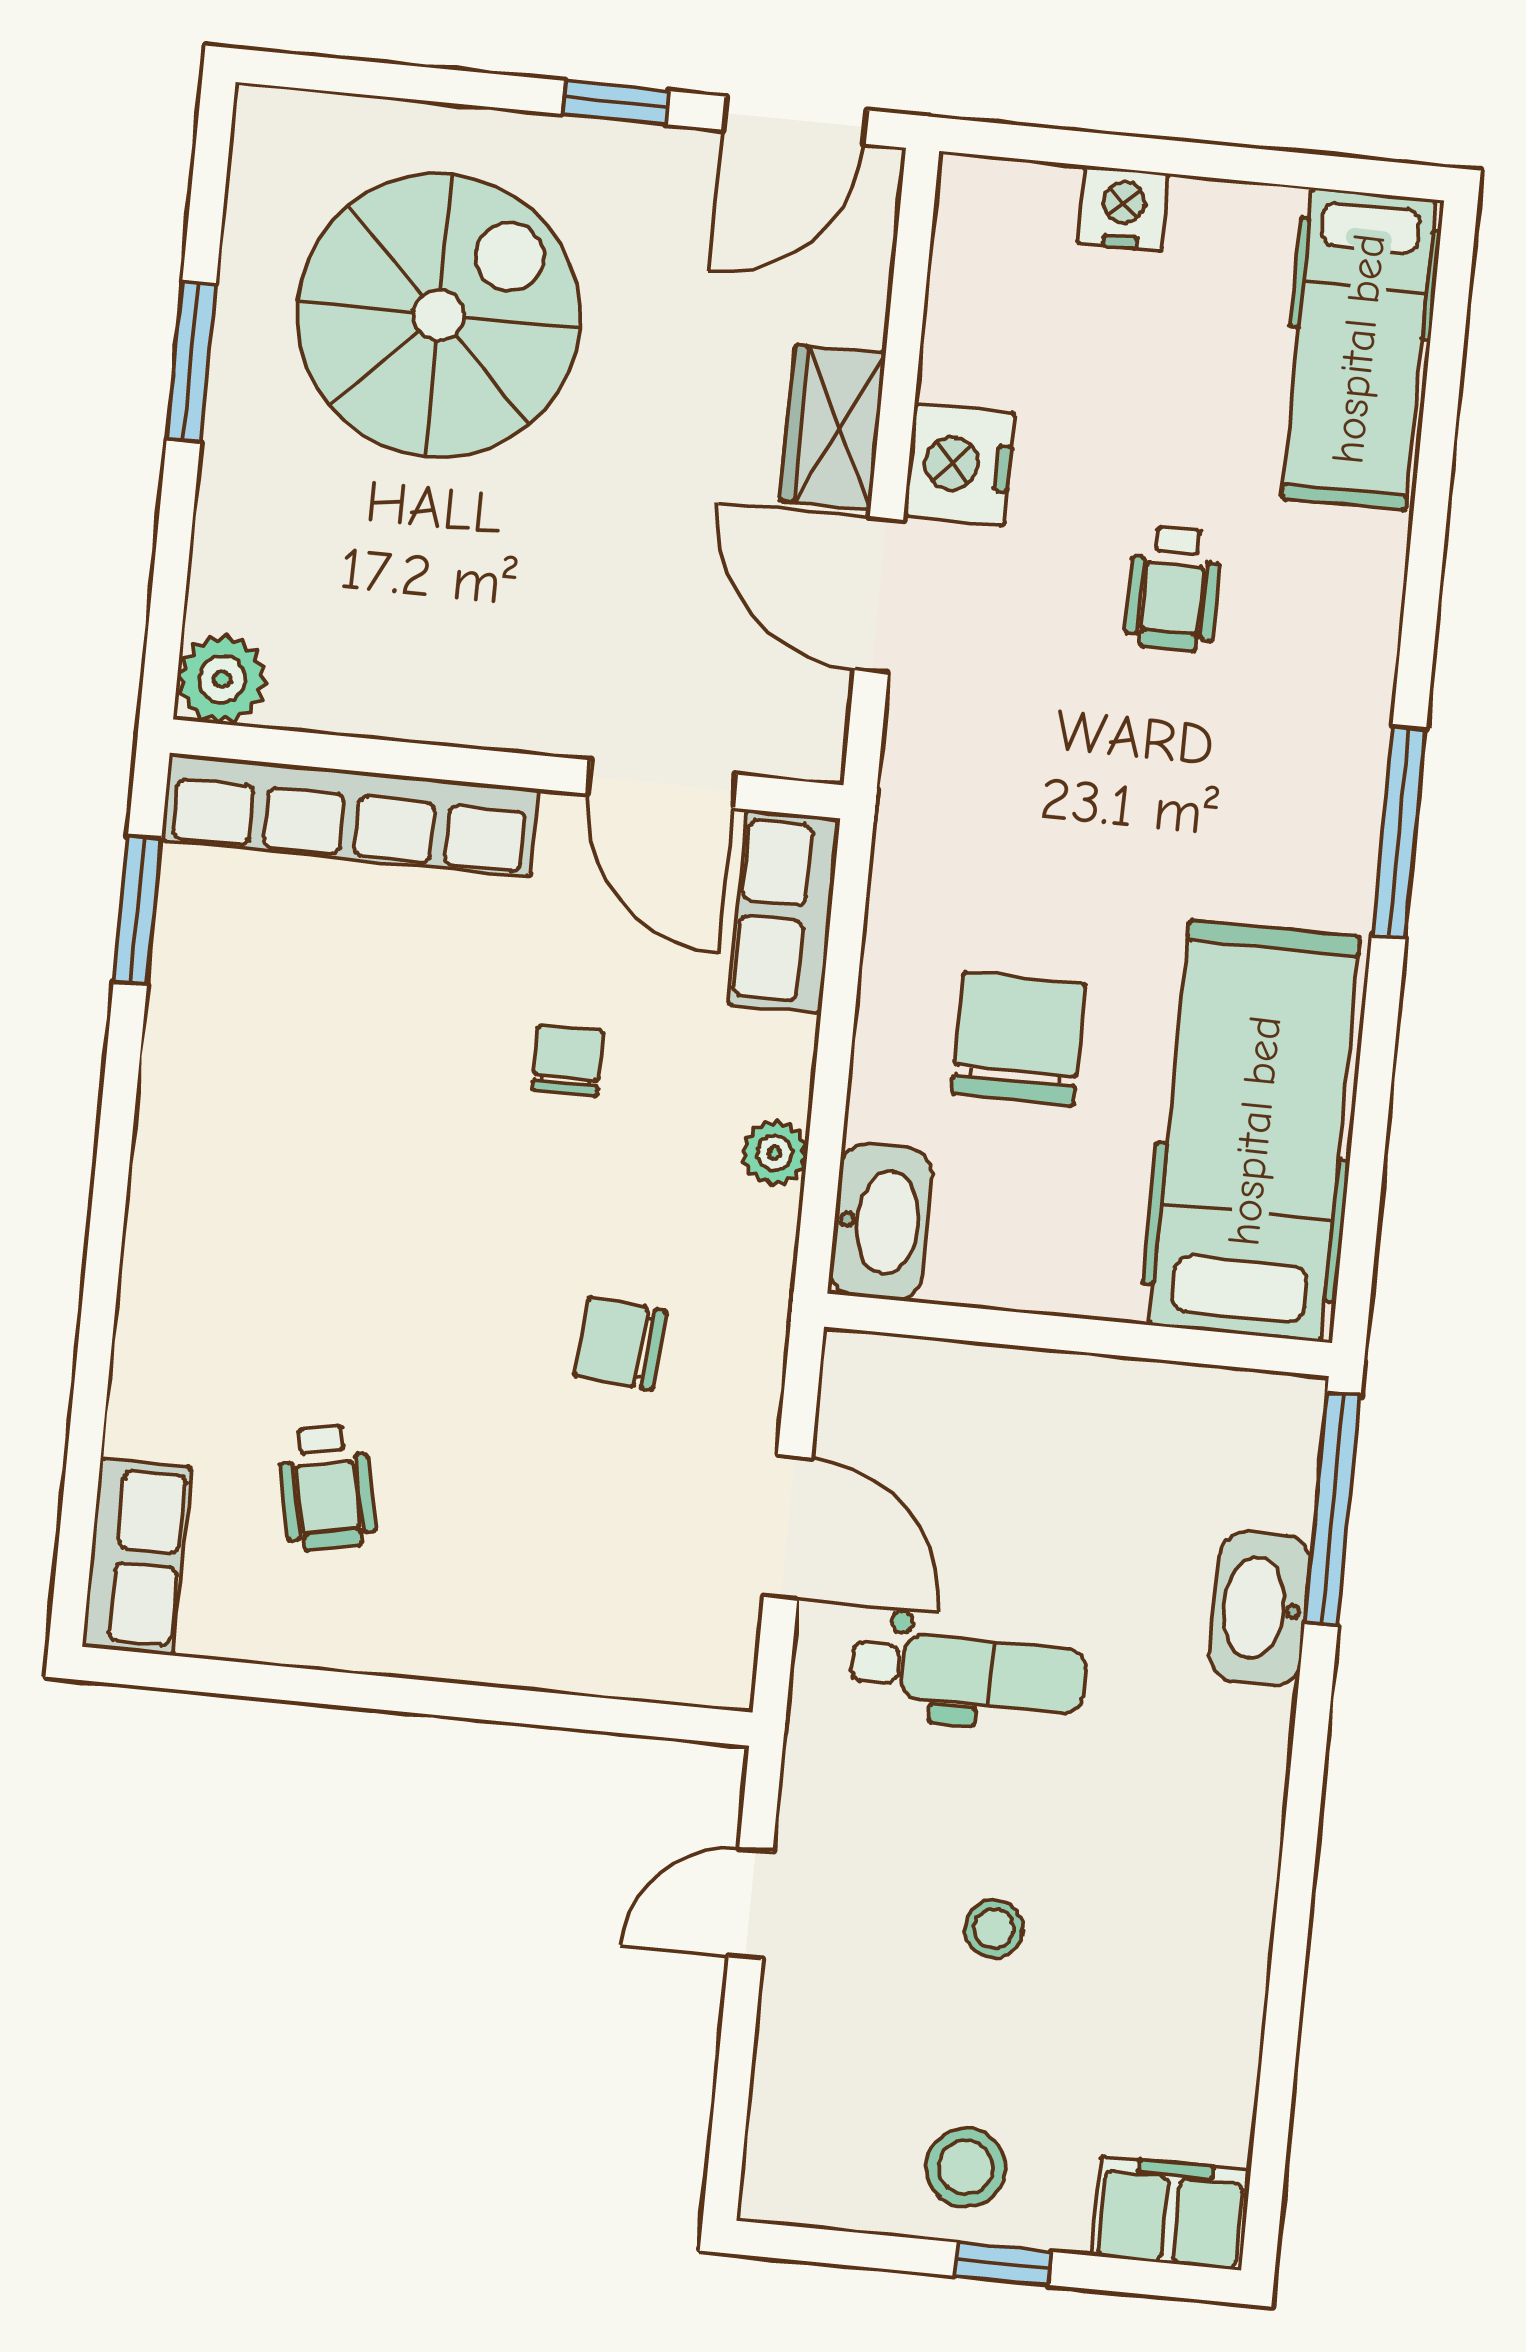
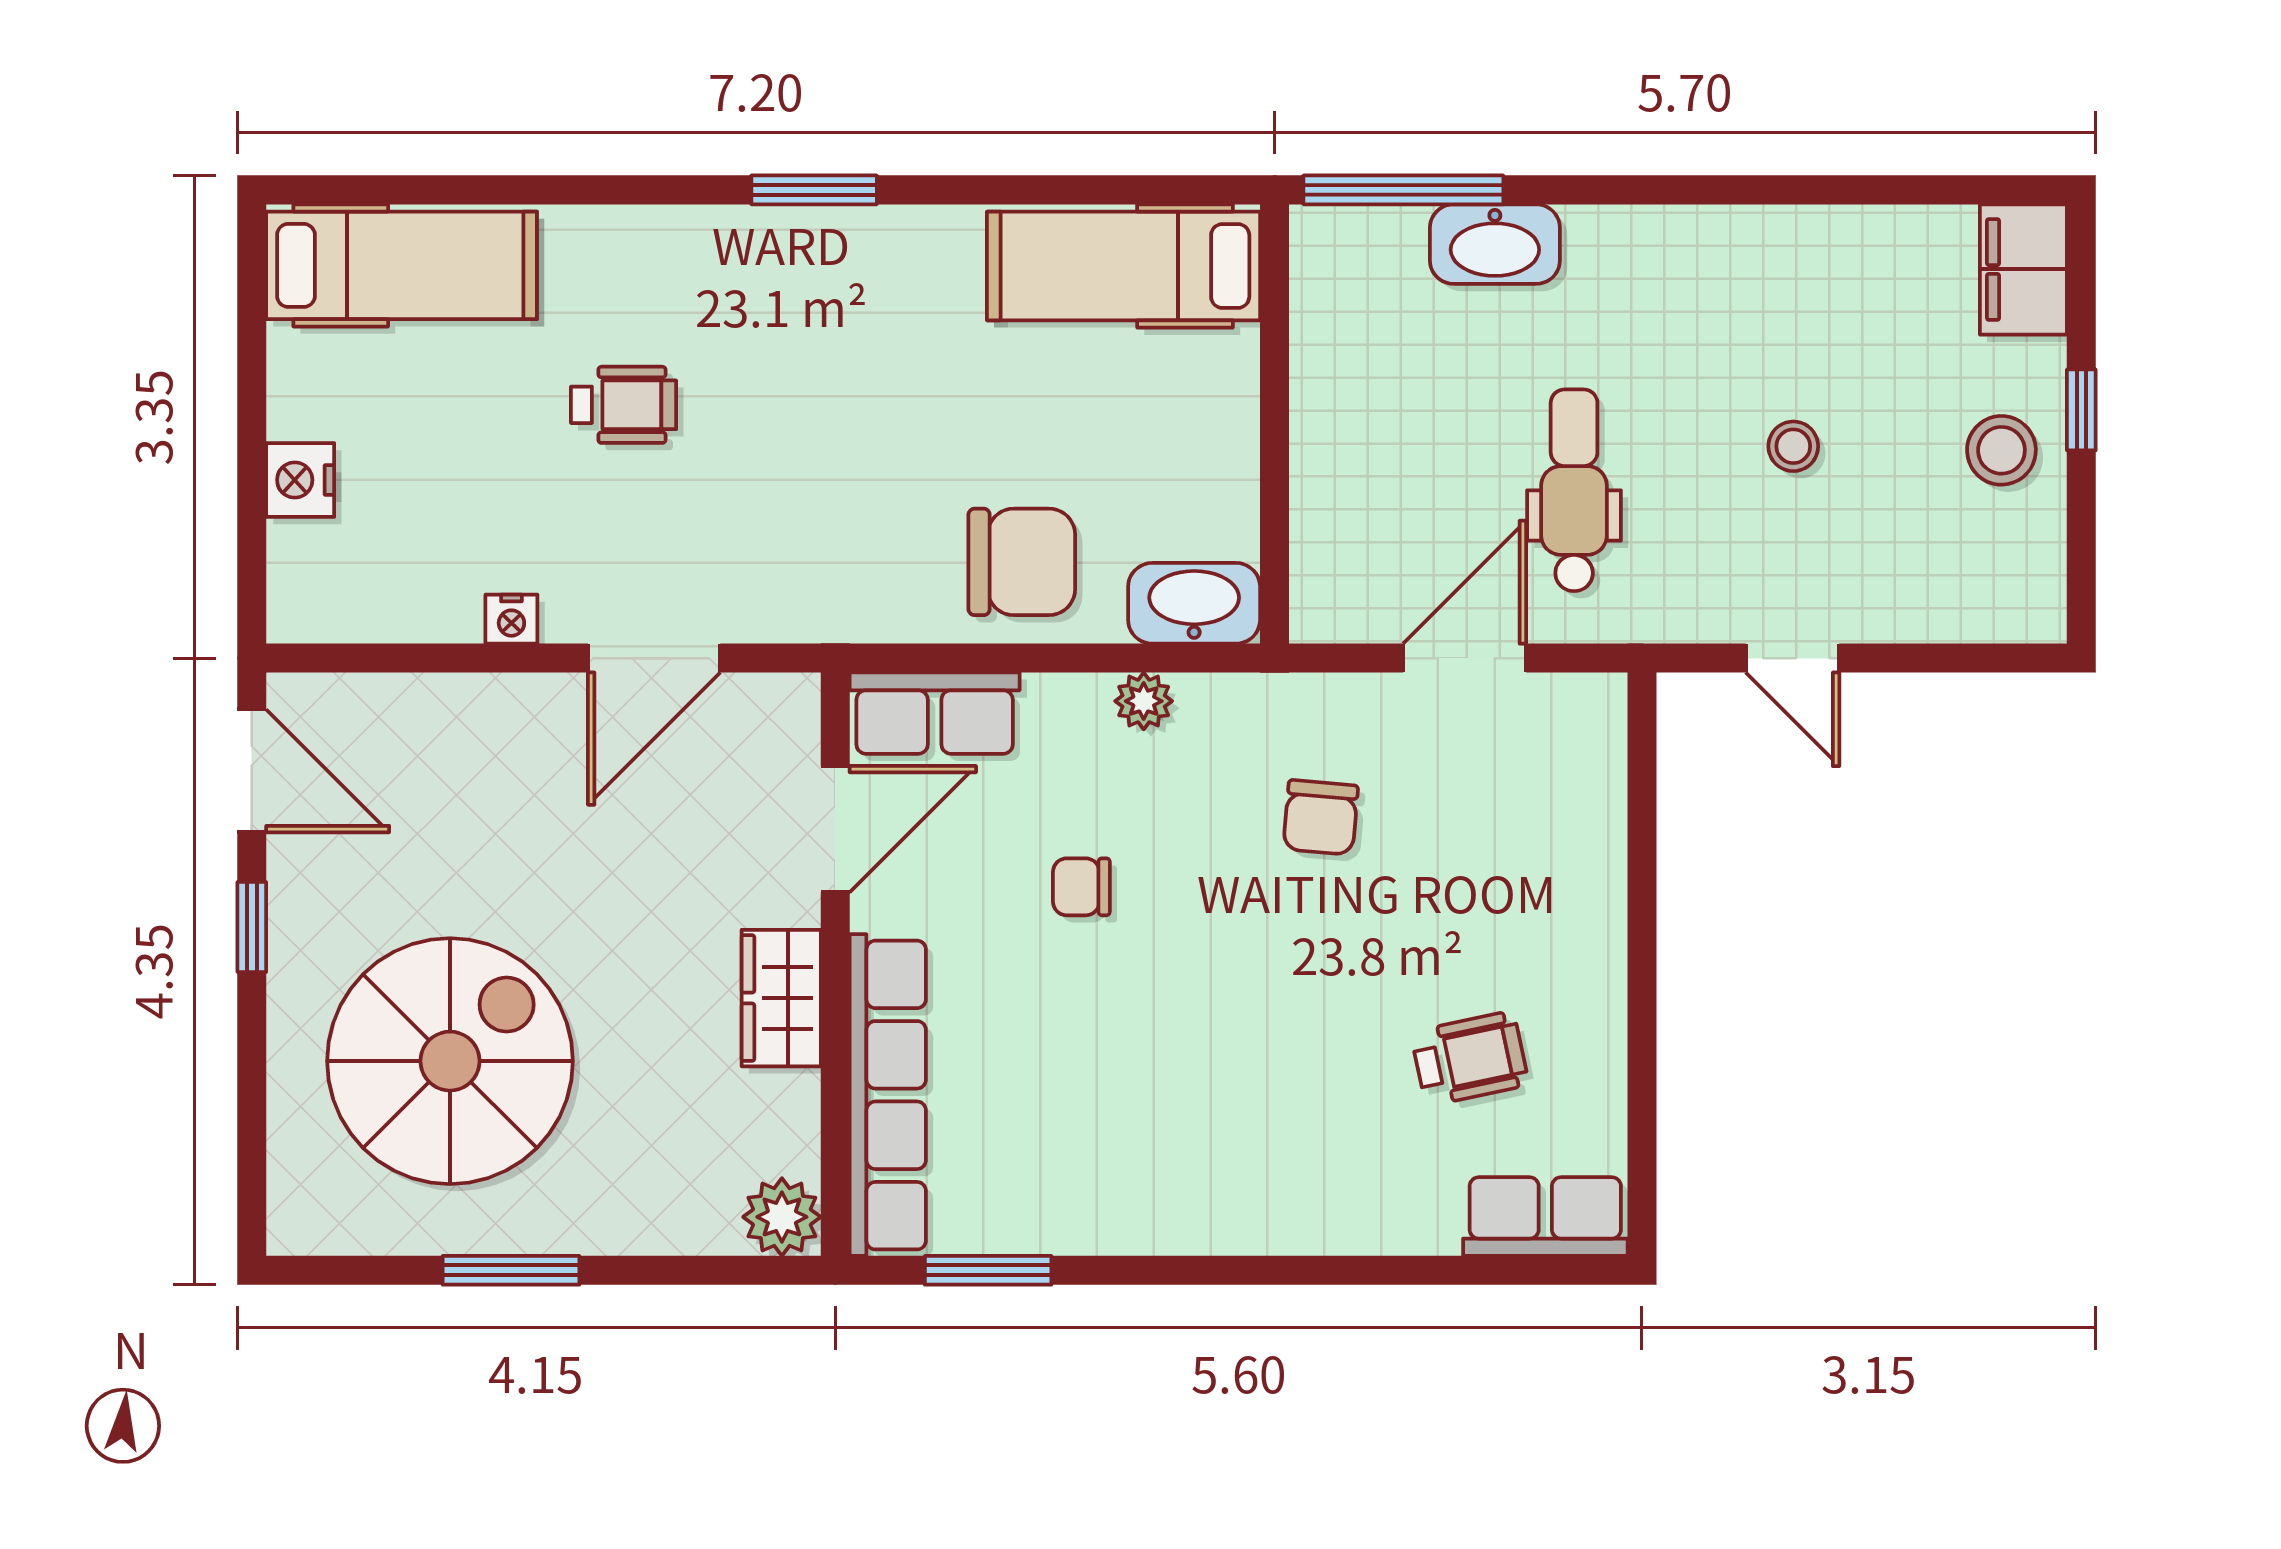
spiral stairs: (439, 315) -> (450, 1061), turned 90
wardrobe: (833, 427) -> (781, 998), moved, turned 90
nightstand: (959, 464) -> (511, 619), width x0.53, depth x0.56
window: (1399, 832) -> (814, 190), width x0.69
chair: (1018, 1039) -> (1022, 562), moved, turned 180
hospital bed: (1255, 1131) -> (1124, 266), width x0.73, depth x0.78

